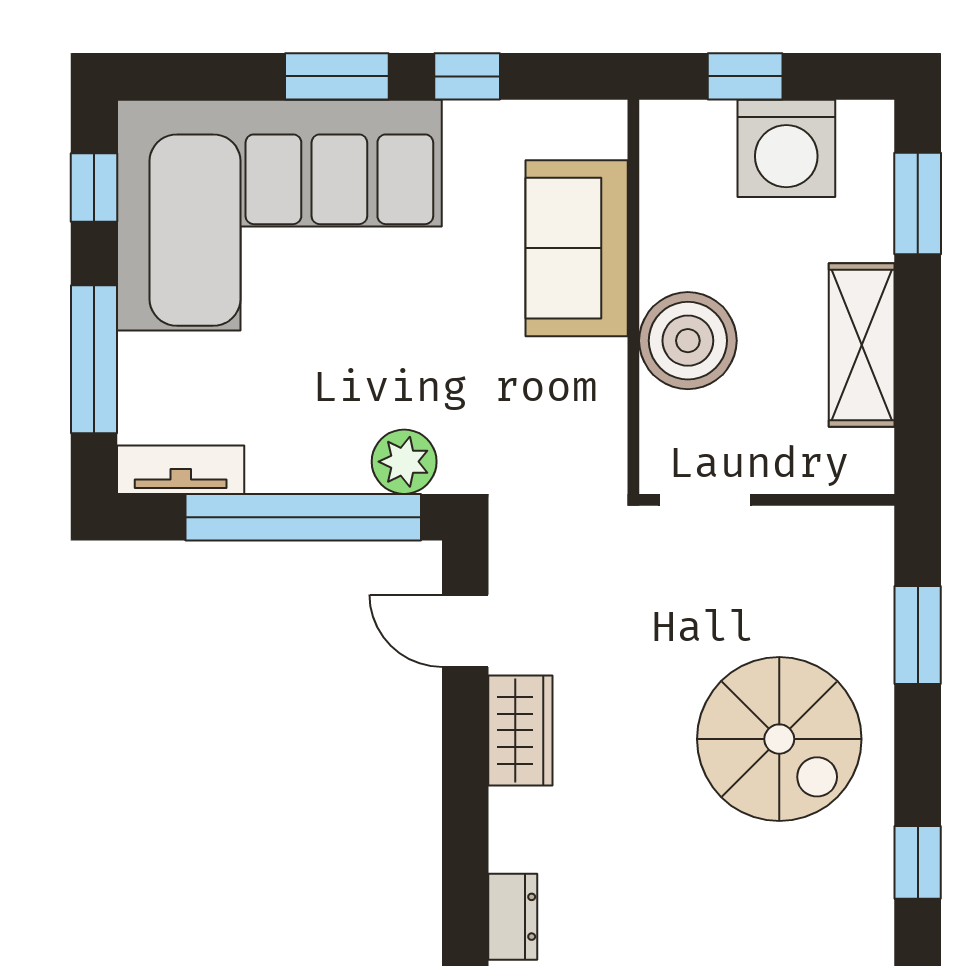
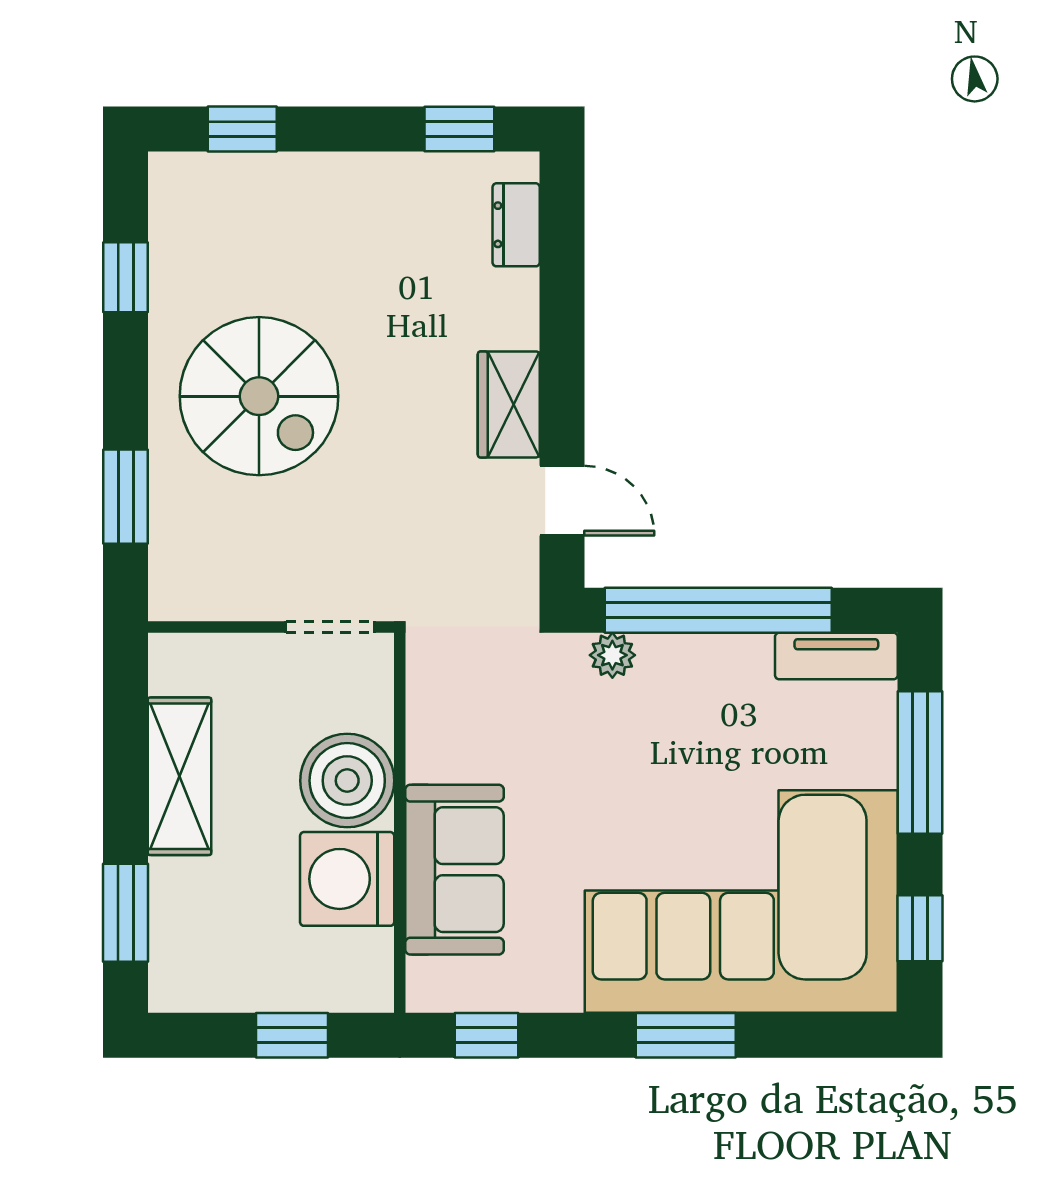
window: (467, 76) -> (486, 1035), moved
washing machine: (786, 148) -> (347, 879), moved, turned -90
plant: (404, 462) -> (612, 655), width x0.73, depth x0.73
spiral stairs: (779, 739) -> (259, 396), turned 180

